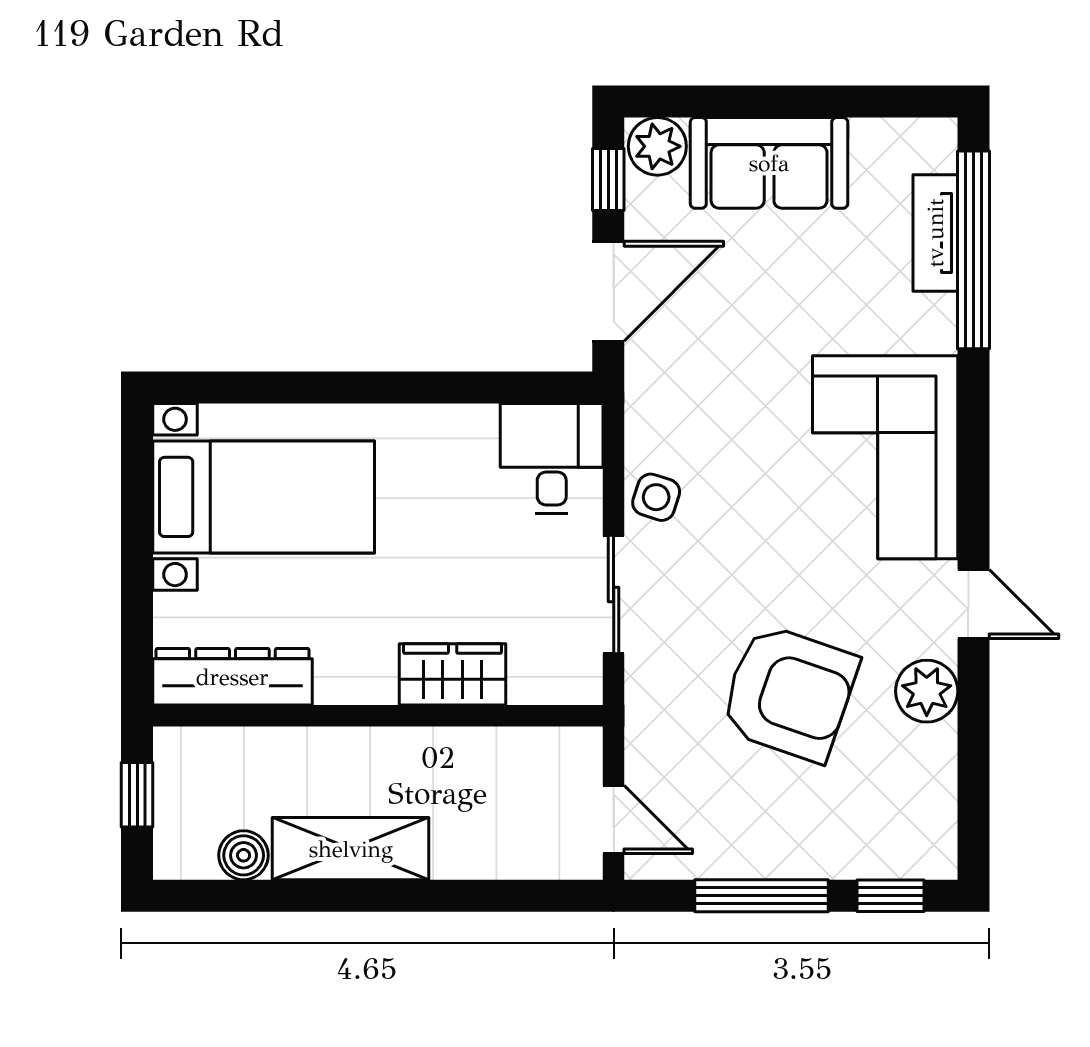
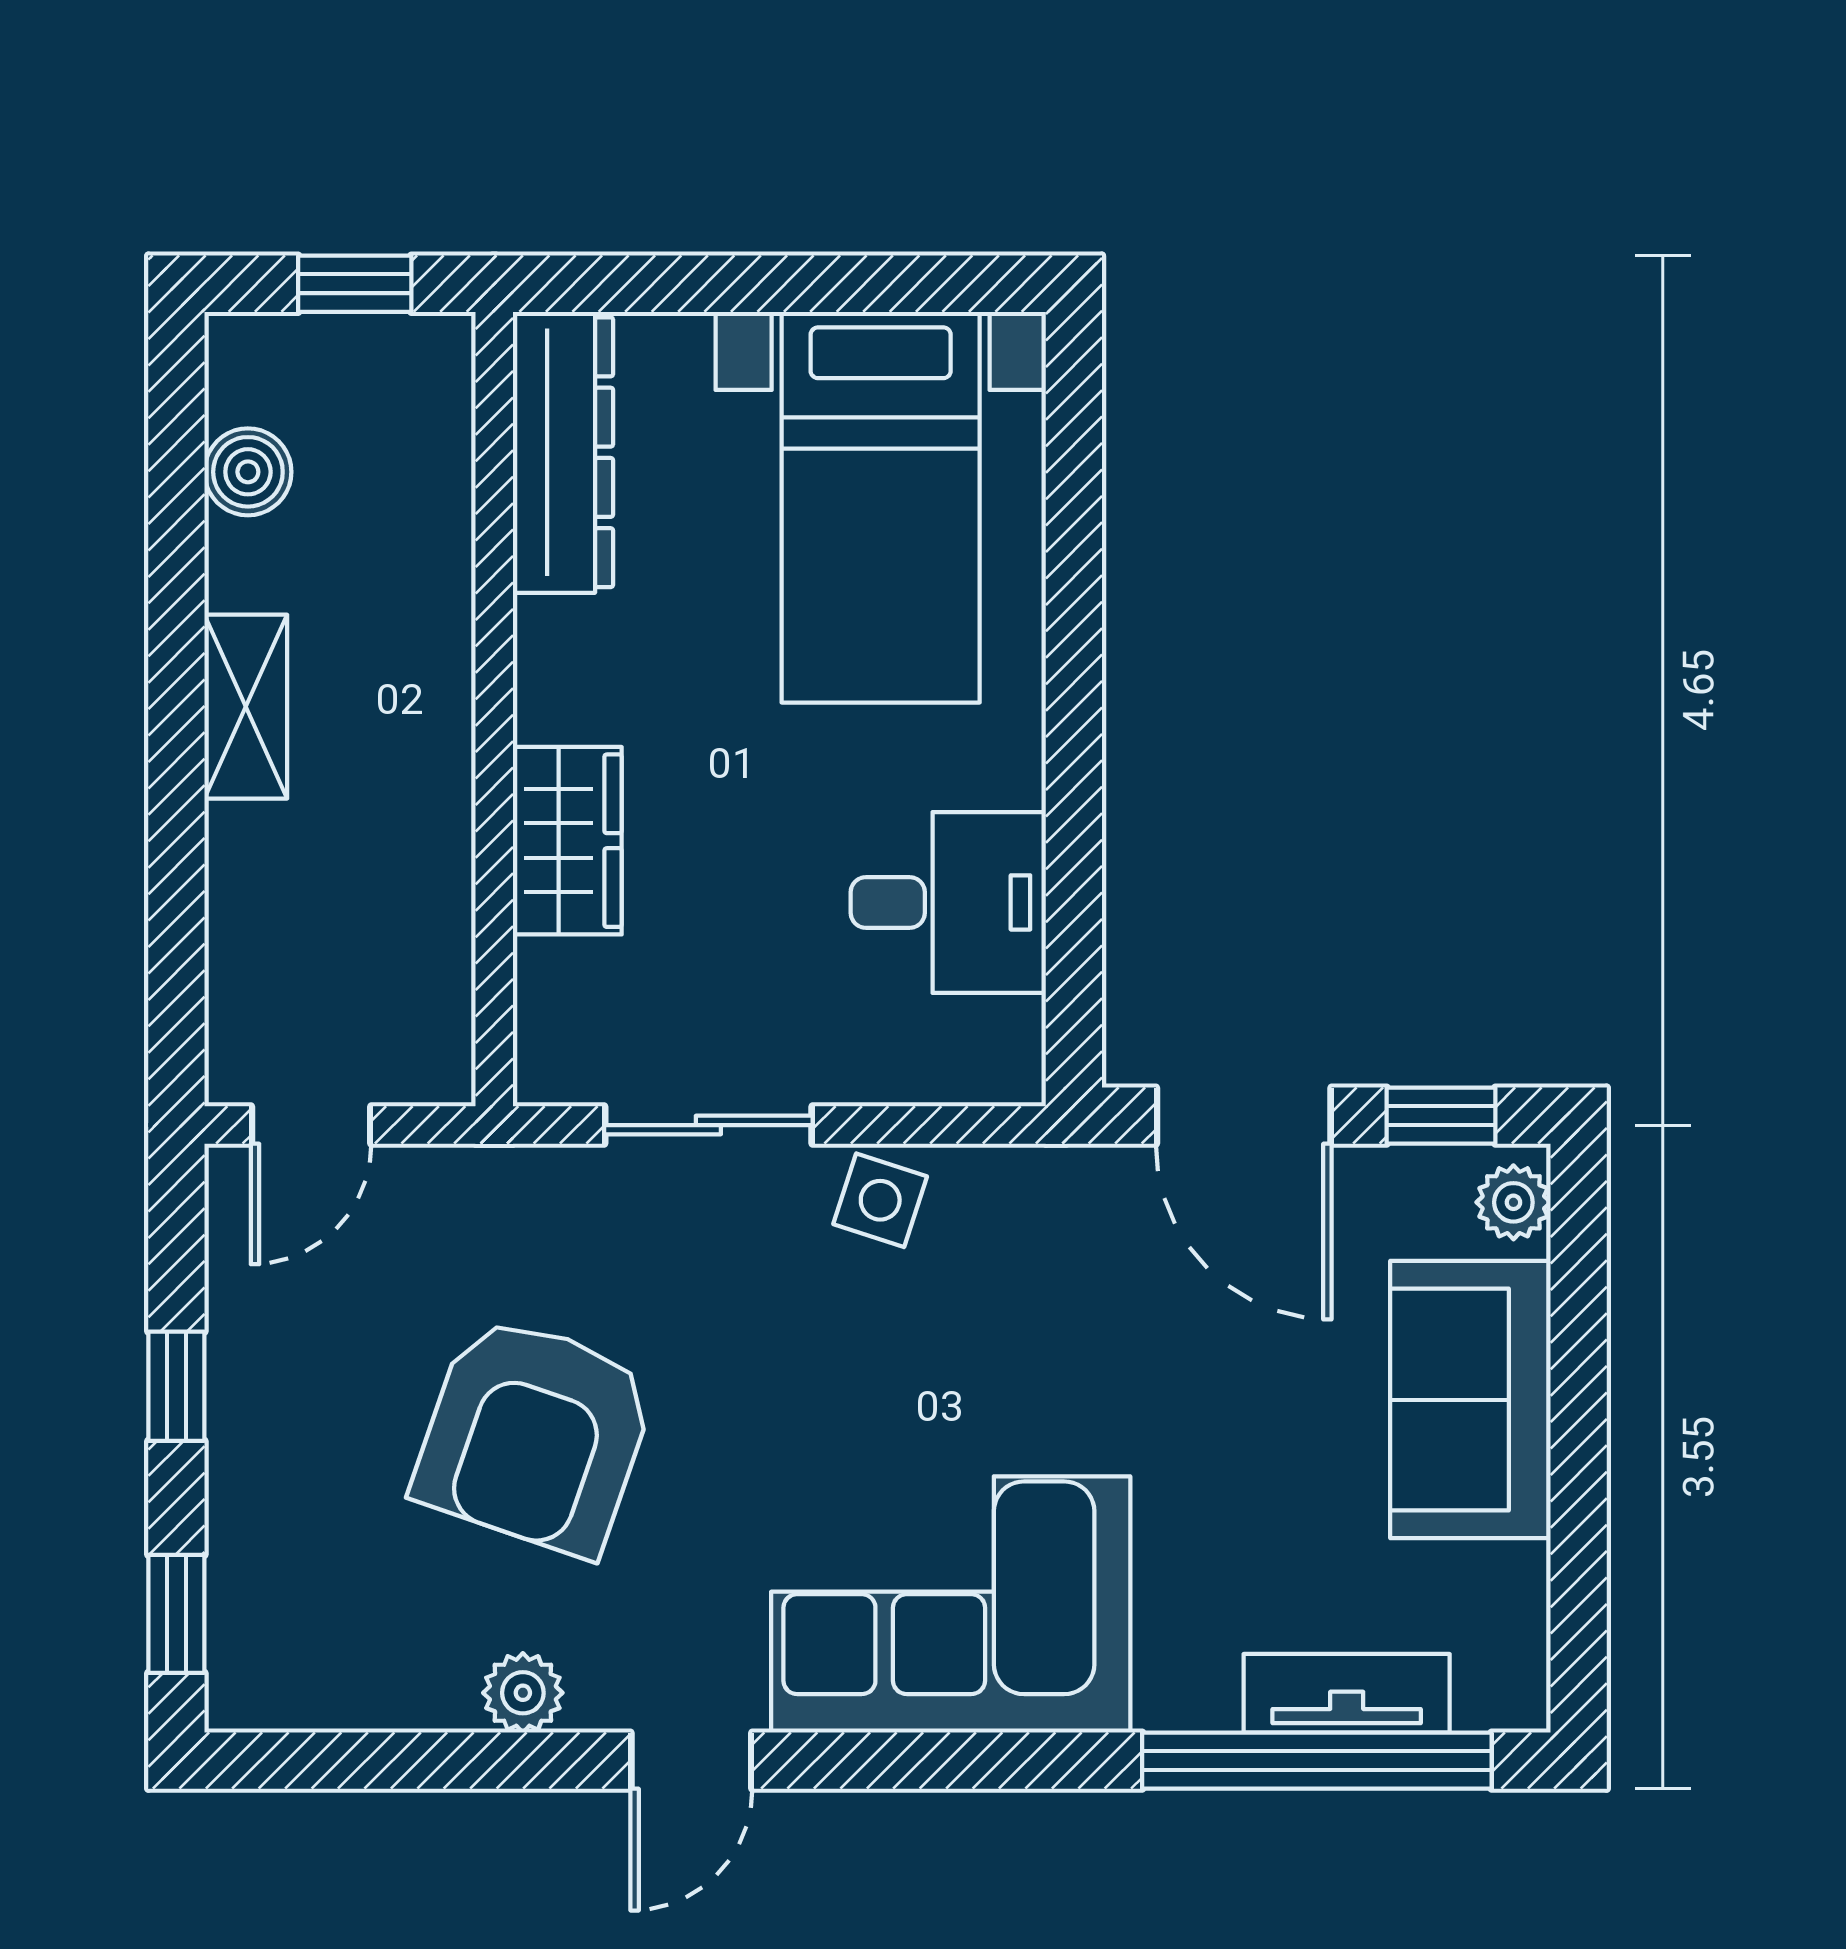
plant: (657, 146) -> (1513, 1202), width x0.73, depth x0.73
desk: (552, 459) -> (948, 902), moved
plant: (927, 691) -> (523, 1693), width x0.73, depth x0.73
shelving: (351, 849) -> (246, 707), width x0.67, depth x0.75
window: (761, 896) -> (176, 1386), width x0.46

